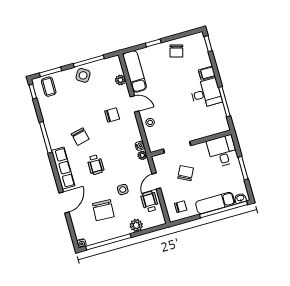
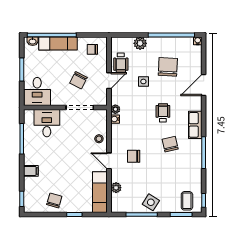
desk: (206, 93) -> (47, 123), moved, turned 90
row of seats: (63, 168) -> (195, 125), width x0.68

